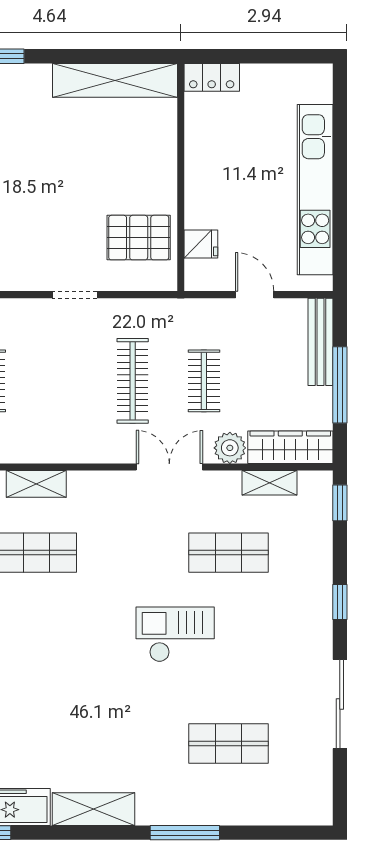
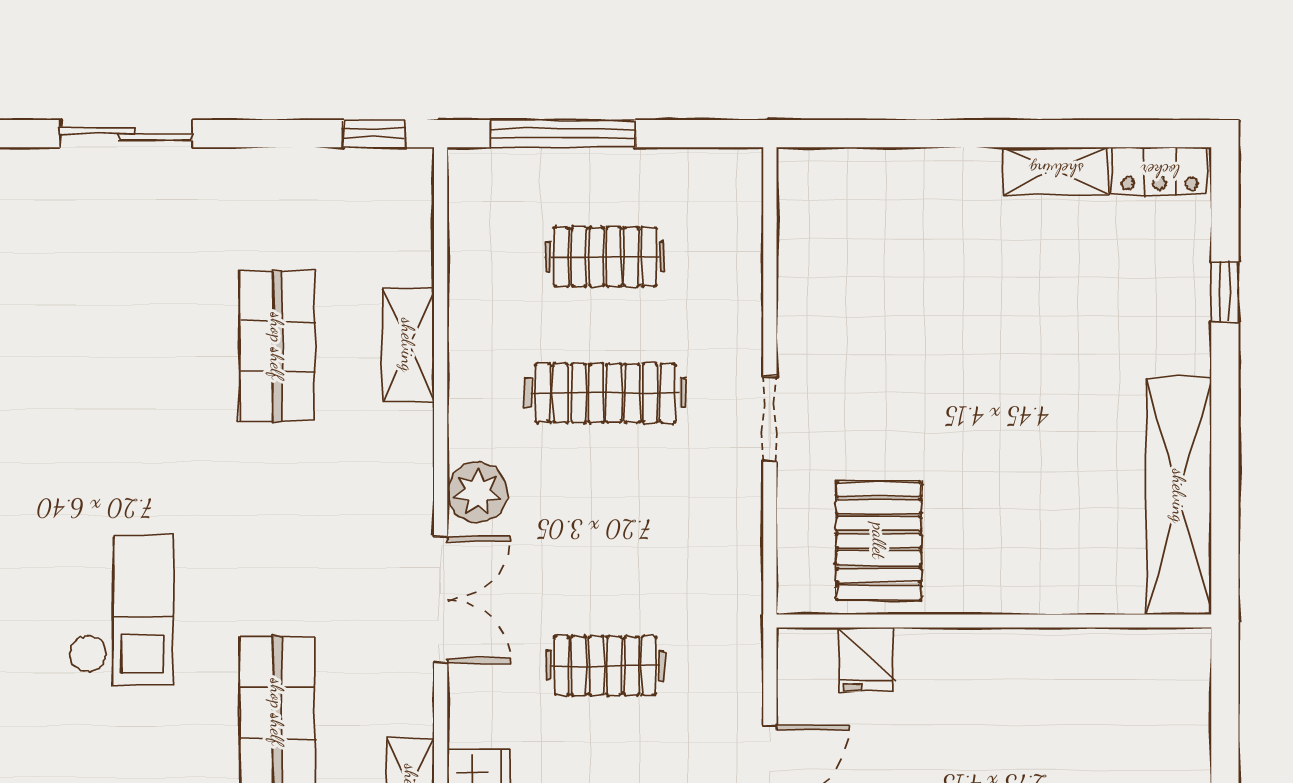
locker: (212, 77) -> (1185, 680), removed
clothes rail: (133, 381) -> (605, 393), moved
plant: (230, 448) -> (477, 492), moved

